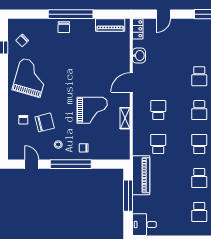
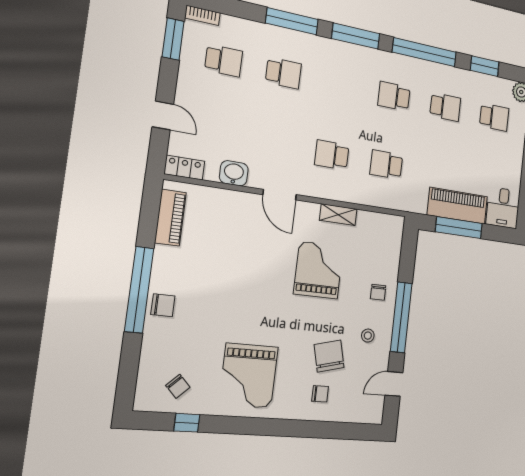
grand piano: (30, 78) -> (249, 376), turned -106
school desk: (199, 110) -> (224, 61), moved
piano: (141, 175) -> (457, 206), moved

